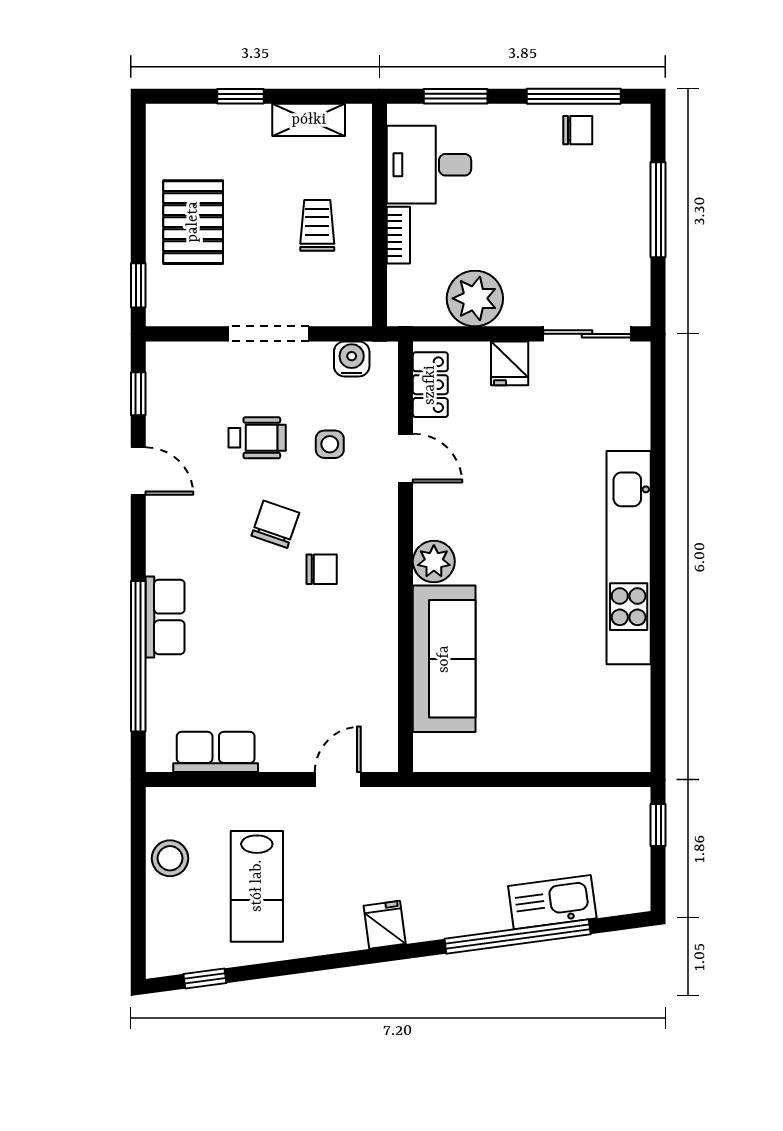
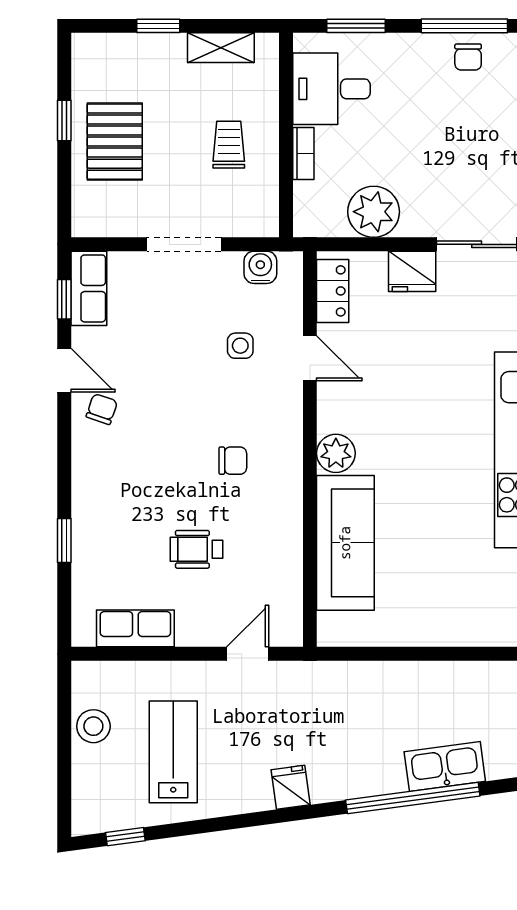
chair: (578, 130) -> (468, 57), turned 90
window: (138, 285) -> (64, 121), moved
fridge: (510, 363) -> (412, 271), width x1.38
wheelchair: (257, 438) -> (197, 549), moved, turned 180
chair: (275, 524) -> (102, 409), moved, width x0.73, depth x0.73
row of seats: (165, 617) -> (89, 288), moved
window: (138, 656) -> (64, 541), width x0.32
lab bench: (257, 886) -> (173, 752), turned 180

